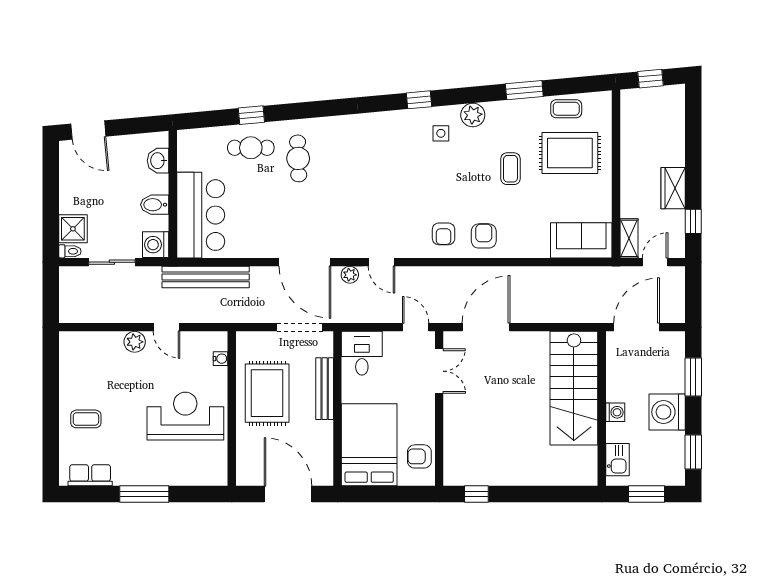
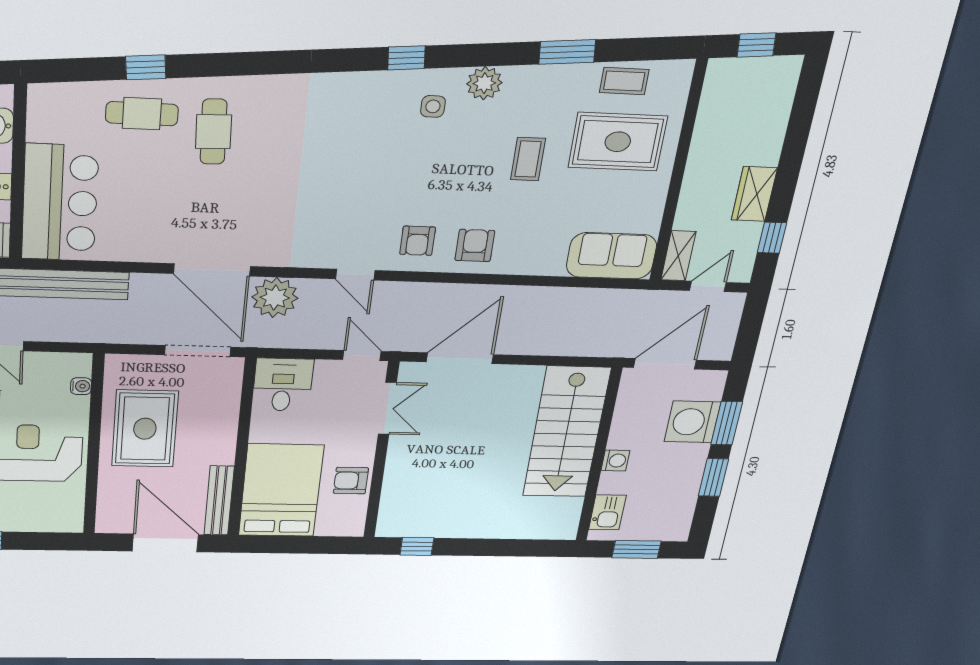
door: (381, 262) -> (355, 275), moved
plant: (350, 275) -> (275, 298), width x1.87, depth x1.87
bench: (325, 389) -> (219, 501), moved
washing machine: (667, 412) -> (693, 422), moved
window: (693, 452) -> (713, 478), moved
armchair: (419, 456) -> (351, 481), moved

